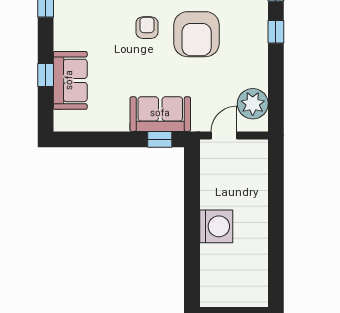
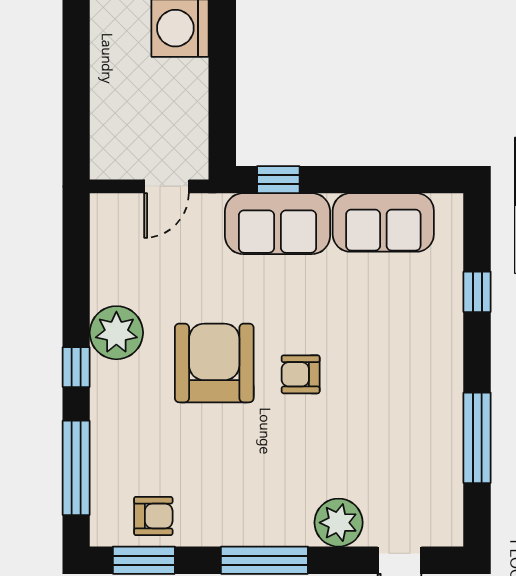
armchair: (147, 28) -> (301, 374), turned 90
sofa: (70, 80) -> (383, 222), moved, turned -90
plant: (253, 104) -> (116, 333), moved

